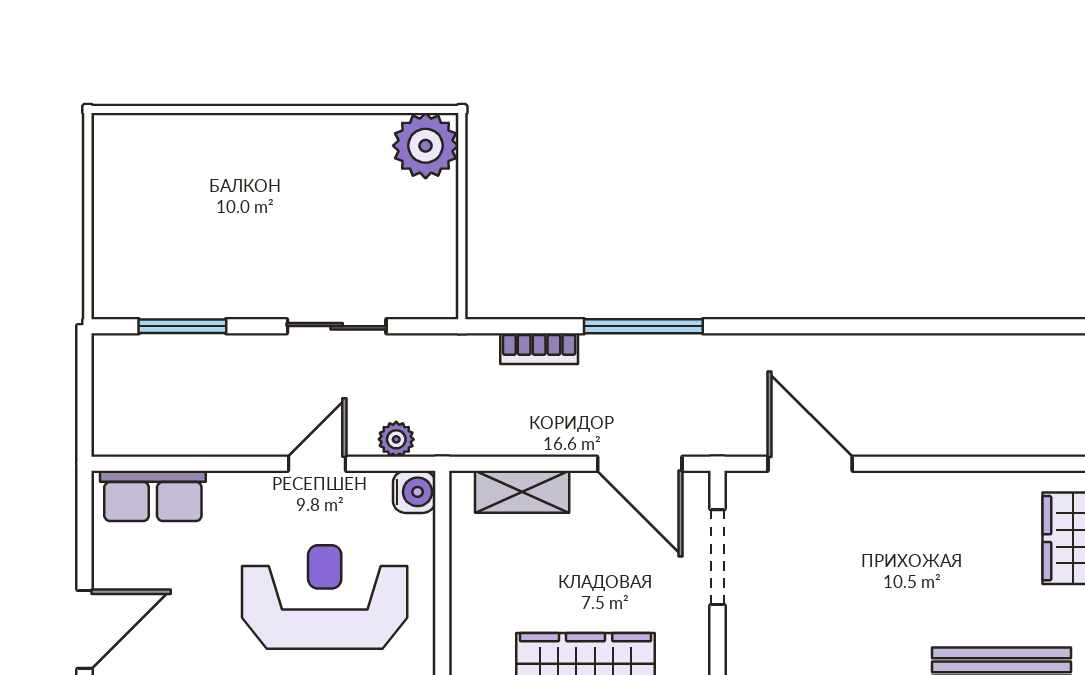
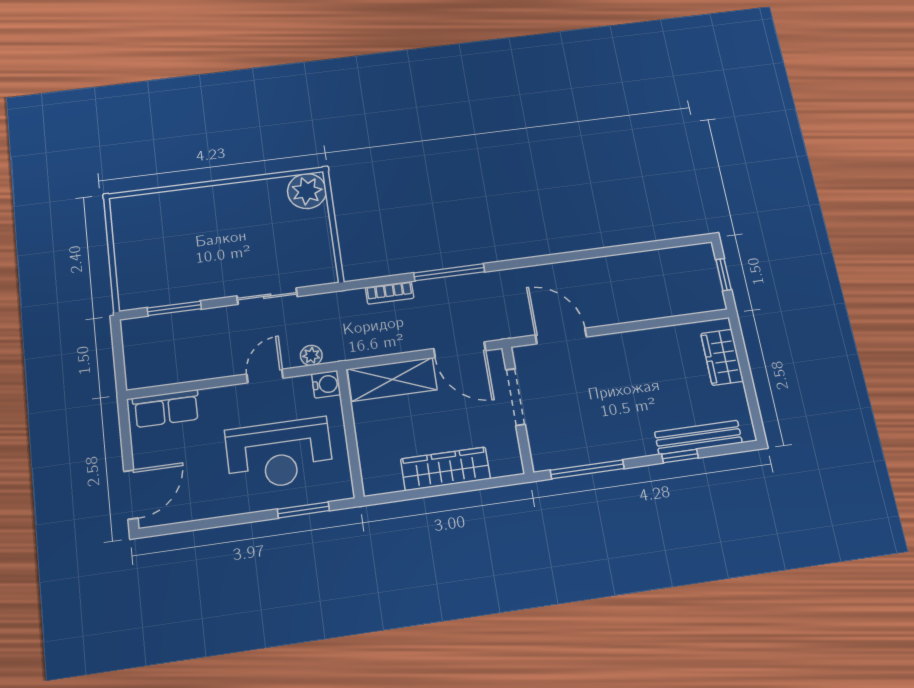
shelving: (522, 492) -> (392, 379), width x1.50, depth x1.33
reception desk: (325, 597) -> (279, 454), turned 180

